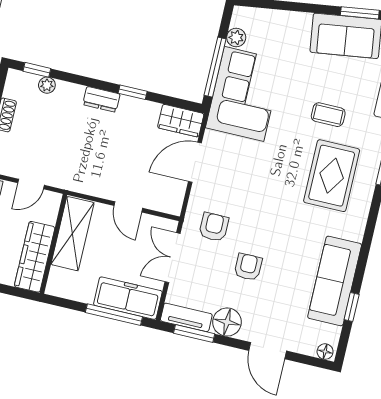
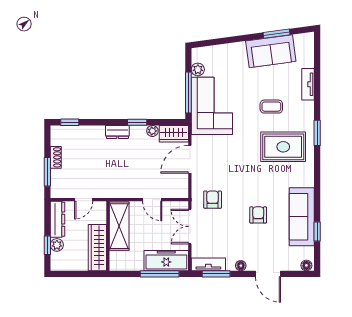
plant: (47, 85) -> (152, 131), moved
rug: (332, 176) -> (283, 147), turned 90
armchair: (248, 267) -> (258, 215), moved
floor lamp: (227, 322) -> (241, 266), width x0.53, depth x0.53

